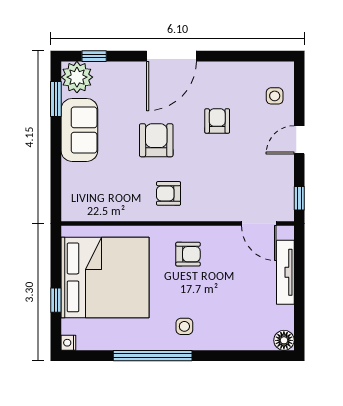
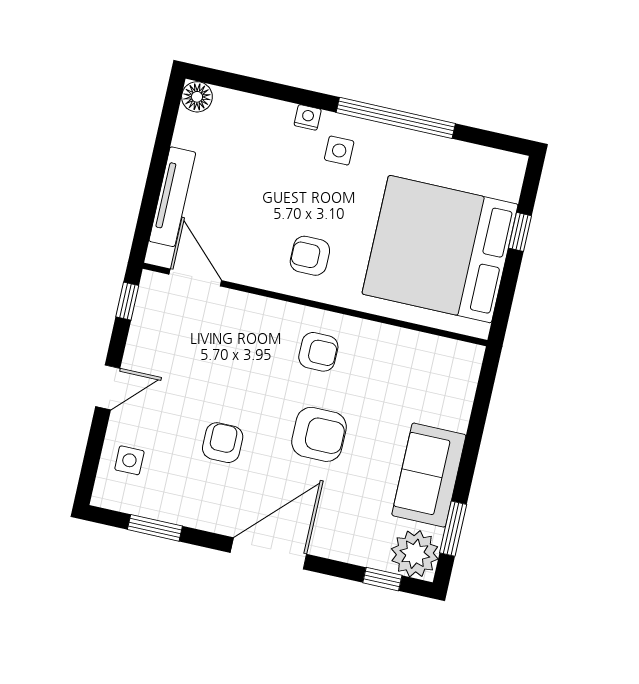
window: (248, 56) -> (155, 528), added
armchair: (217, 121) -> (223, 443), turned 180
armchair: (156, 140) -> (319, 434), turned -90
nightstand: (68, 343) -> (308, 117), moved, turned -90

